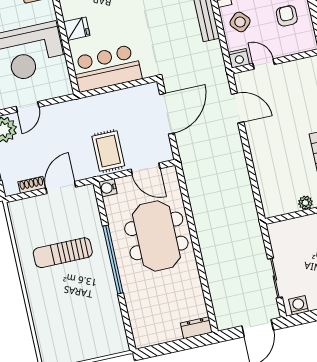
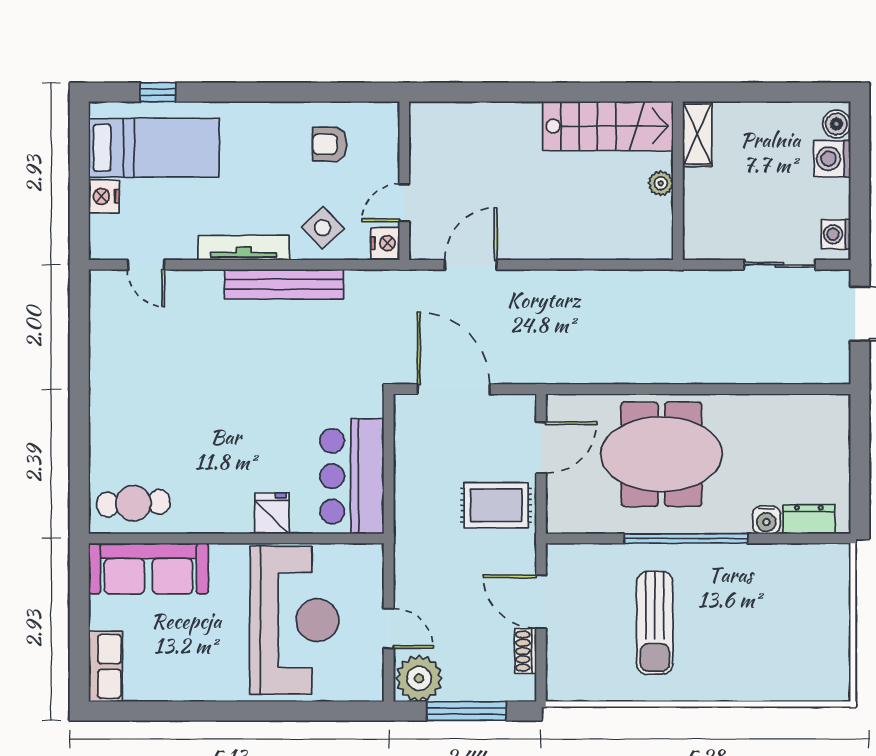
water cooler: (108, 188) -> (766, 520), moved
dresser: (196, 328) -> (809, 519), moved, turned 90

